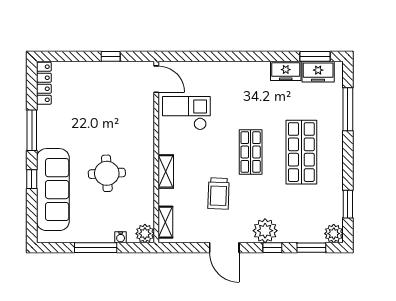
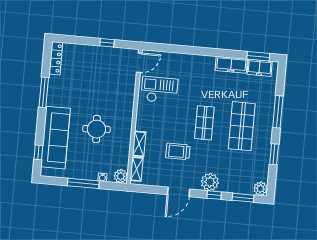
freezer: (286, 71) -> (231, 65), width x1.40
door: (156, 79) -> (139, 63), hinge flipped
window: (348, 109) -> (278, 112), moved
shelving: (166, 171) -> (139, 144), moved
window: (32, 179) -> (38, 152), moved
trolley: (219, 194) -> (178, 151), turned 88
window: (348, 204) -> (274, 154), moved
door: (224, 248) -> (179, 192), hinge flipped

